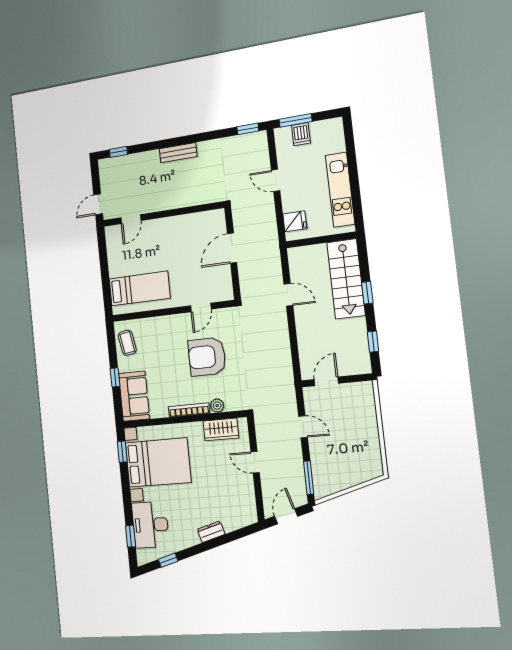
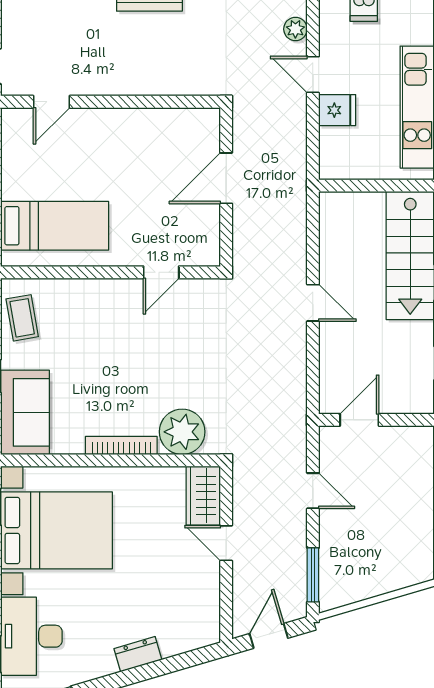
plant: (263, 156) -> (295, 29), added
fridge: (295, 221) -> (337, 110), moved
door: (288, 295) -> (313, 303), moved
armchair: (207, 357) -> (163, 358), removed
plant: (217, 406) -> (182, 432), width x1.88, depth x1.88
wardrobe: (221, 429) -> (203, 496), moved, turned 90

